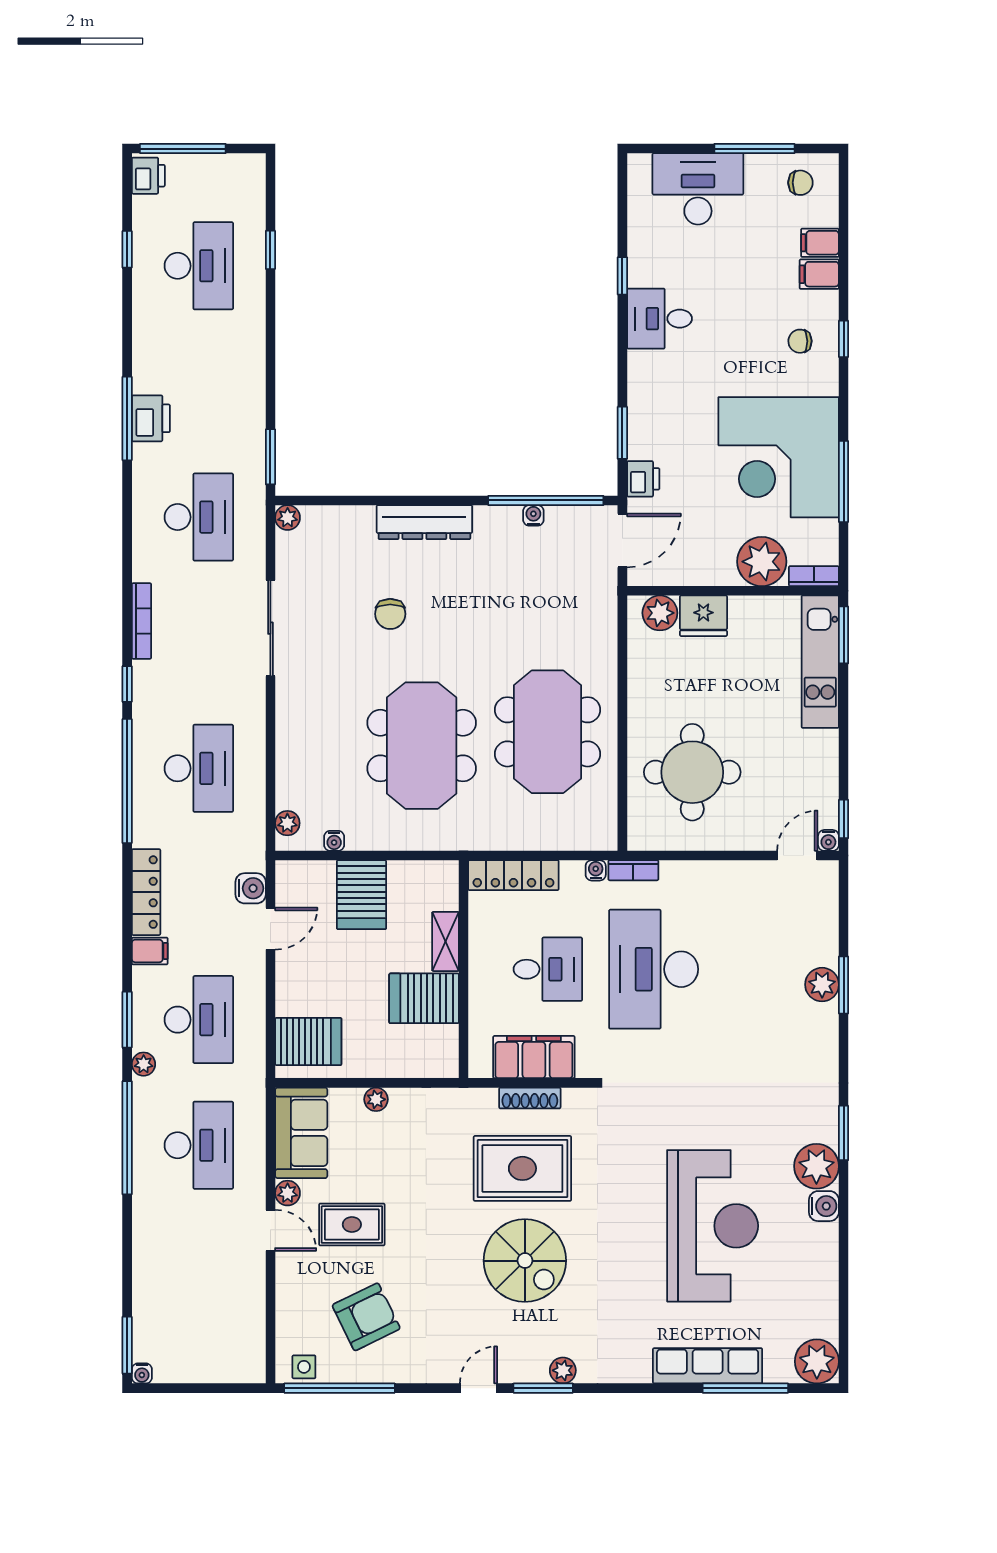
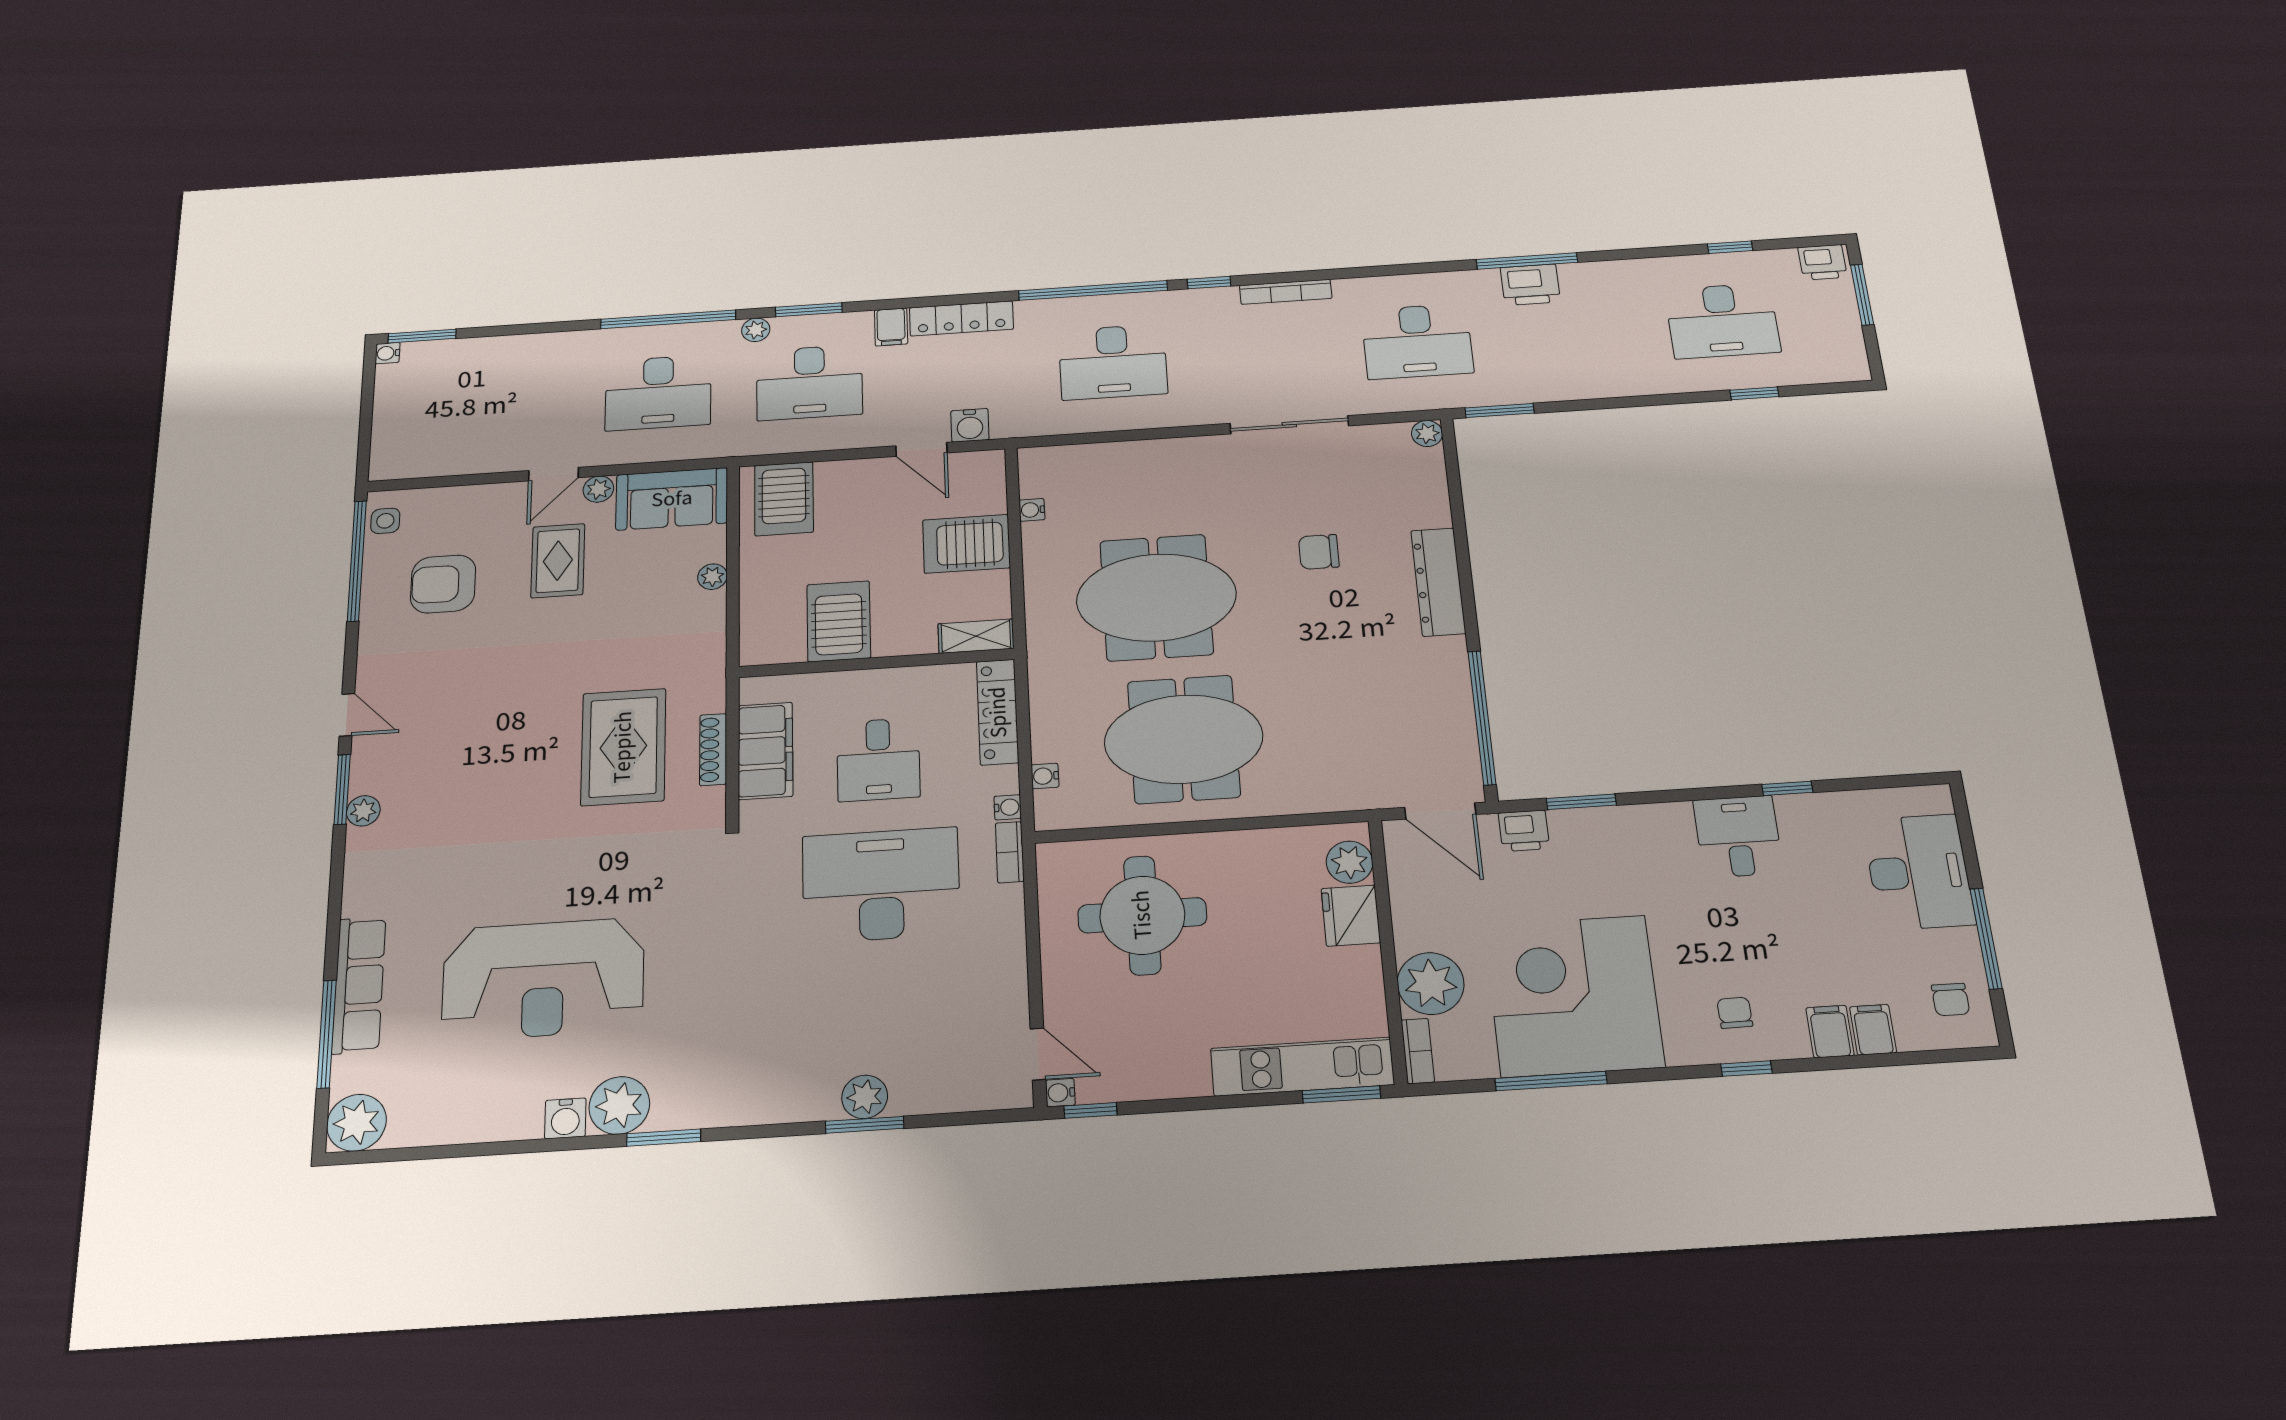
window: (183, 149) -> (1862, 295), width x0.69
water cooler: (533, 515) -> (1045, 776), moved, turned 180
plant: (287, 823) -> (1051, 459), removed
shelving: (446, 941) -> (976, 636), moved
spiral stairs: (525, 1261) -> (506, 757), removed
armchair: (366, 1317) -> (443, 584), turned 116

